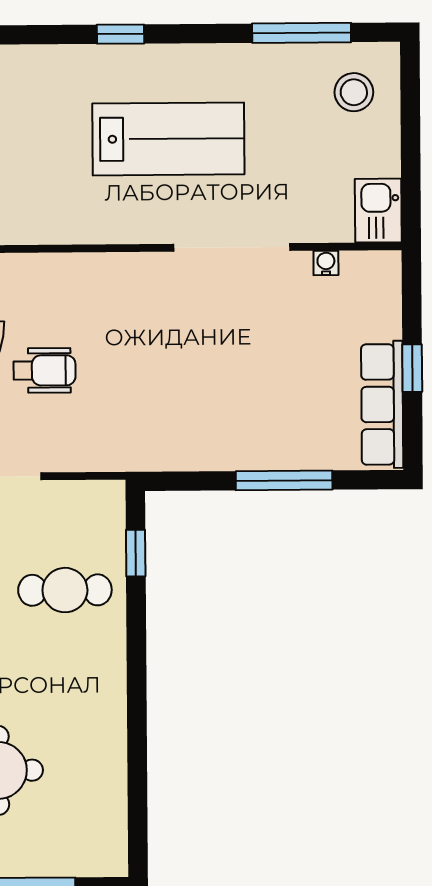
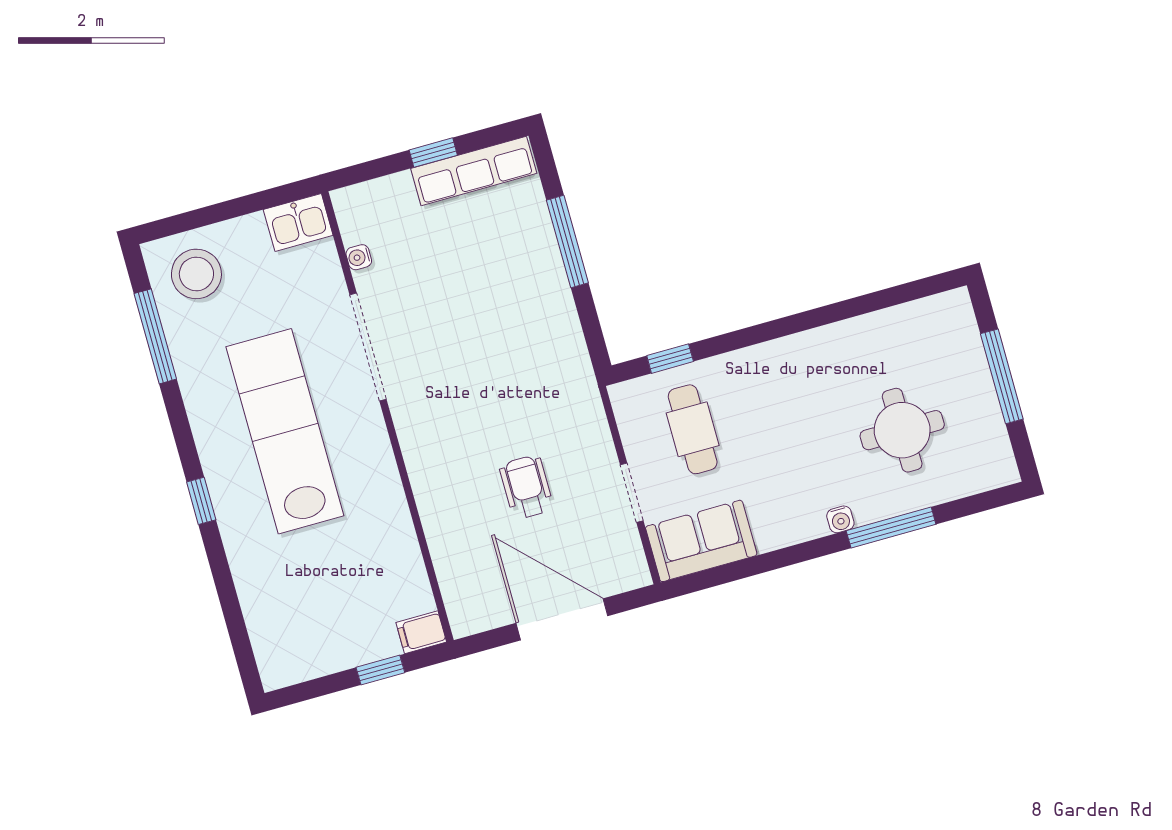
stool: (354, 92) -> (196, 274), width x1.38, depth x1.38
lab bench: (168, 139) -> (285, 431), width x1.36
cafe table: (65, 590) -> (693, 429), moved

